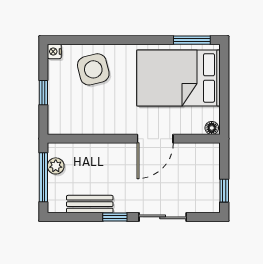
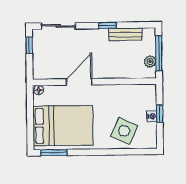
nightstand: (54, 51) -> (152, 116), moved
side table: (93, 69) -> (124, 131), turned 38
sliding door: (163, 217) -> (58, 26), moved

